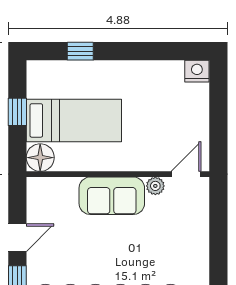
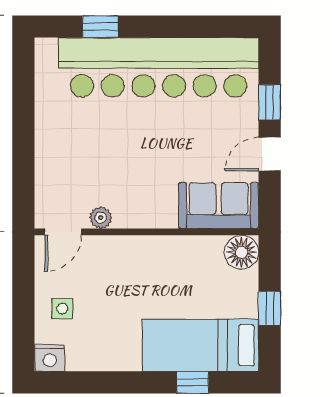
side table: (187, 112) -> (62, 309), added
bed: (74, 120) -> (200, 345), moved
sofa: (112, 196) -> (219, 206), moved

